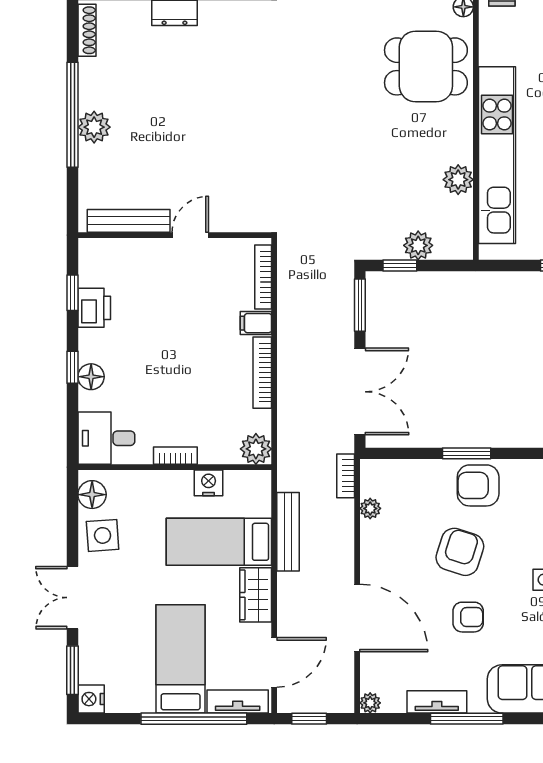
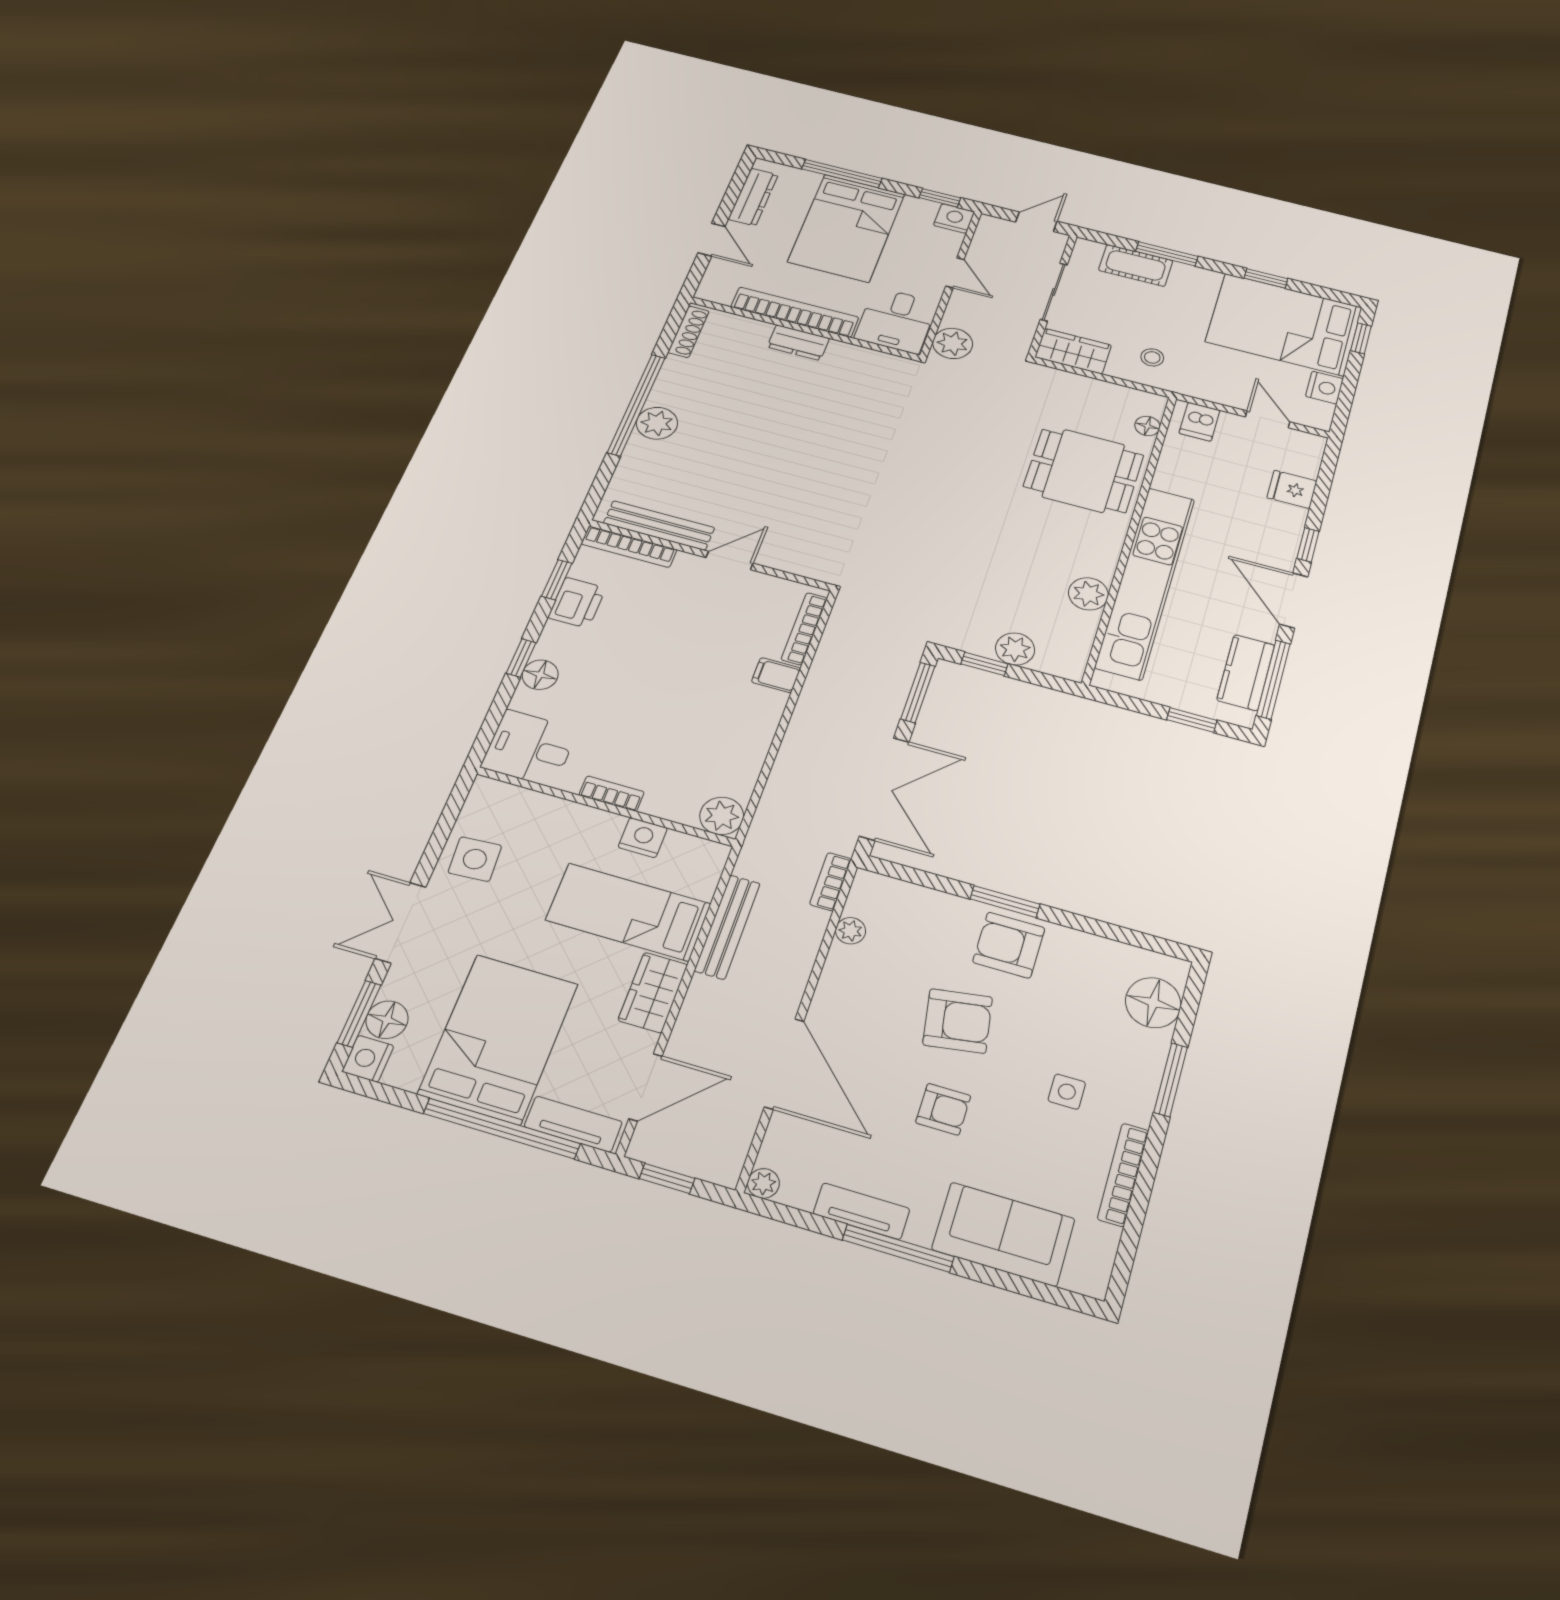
bookcase: (262, 373) -> (629, 547), moved, turned -90
floor lamp: (92, 495) -> (387, 1020), moved
armchair: (460, 552) -> (958, 1021), turned 63
bed: (181, 659) -> (498, 1039), width x1.50

